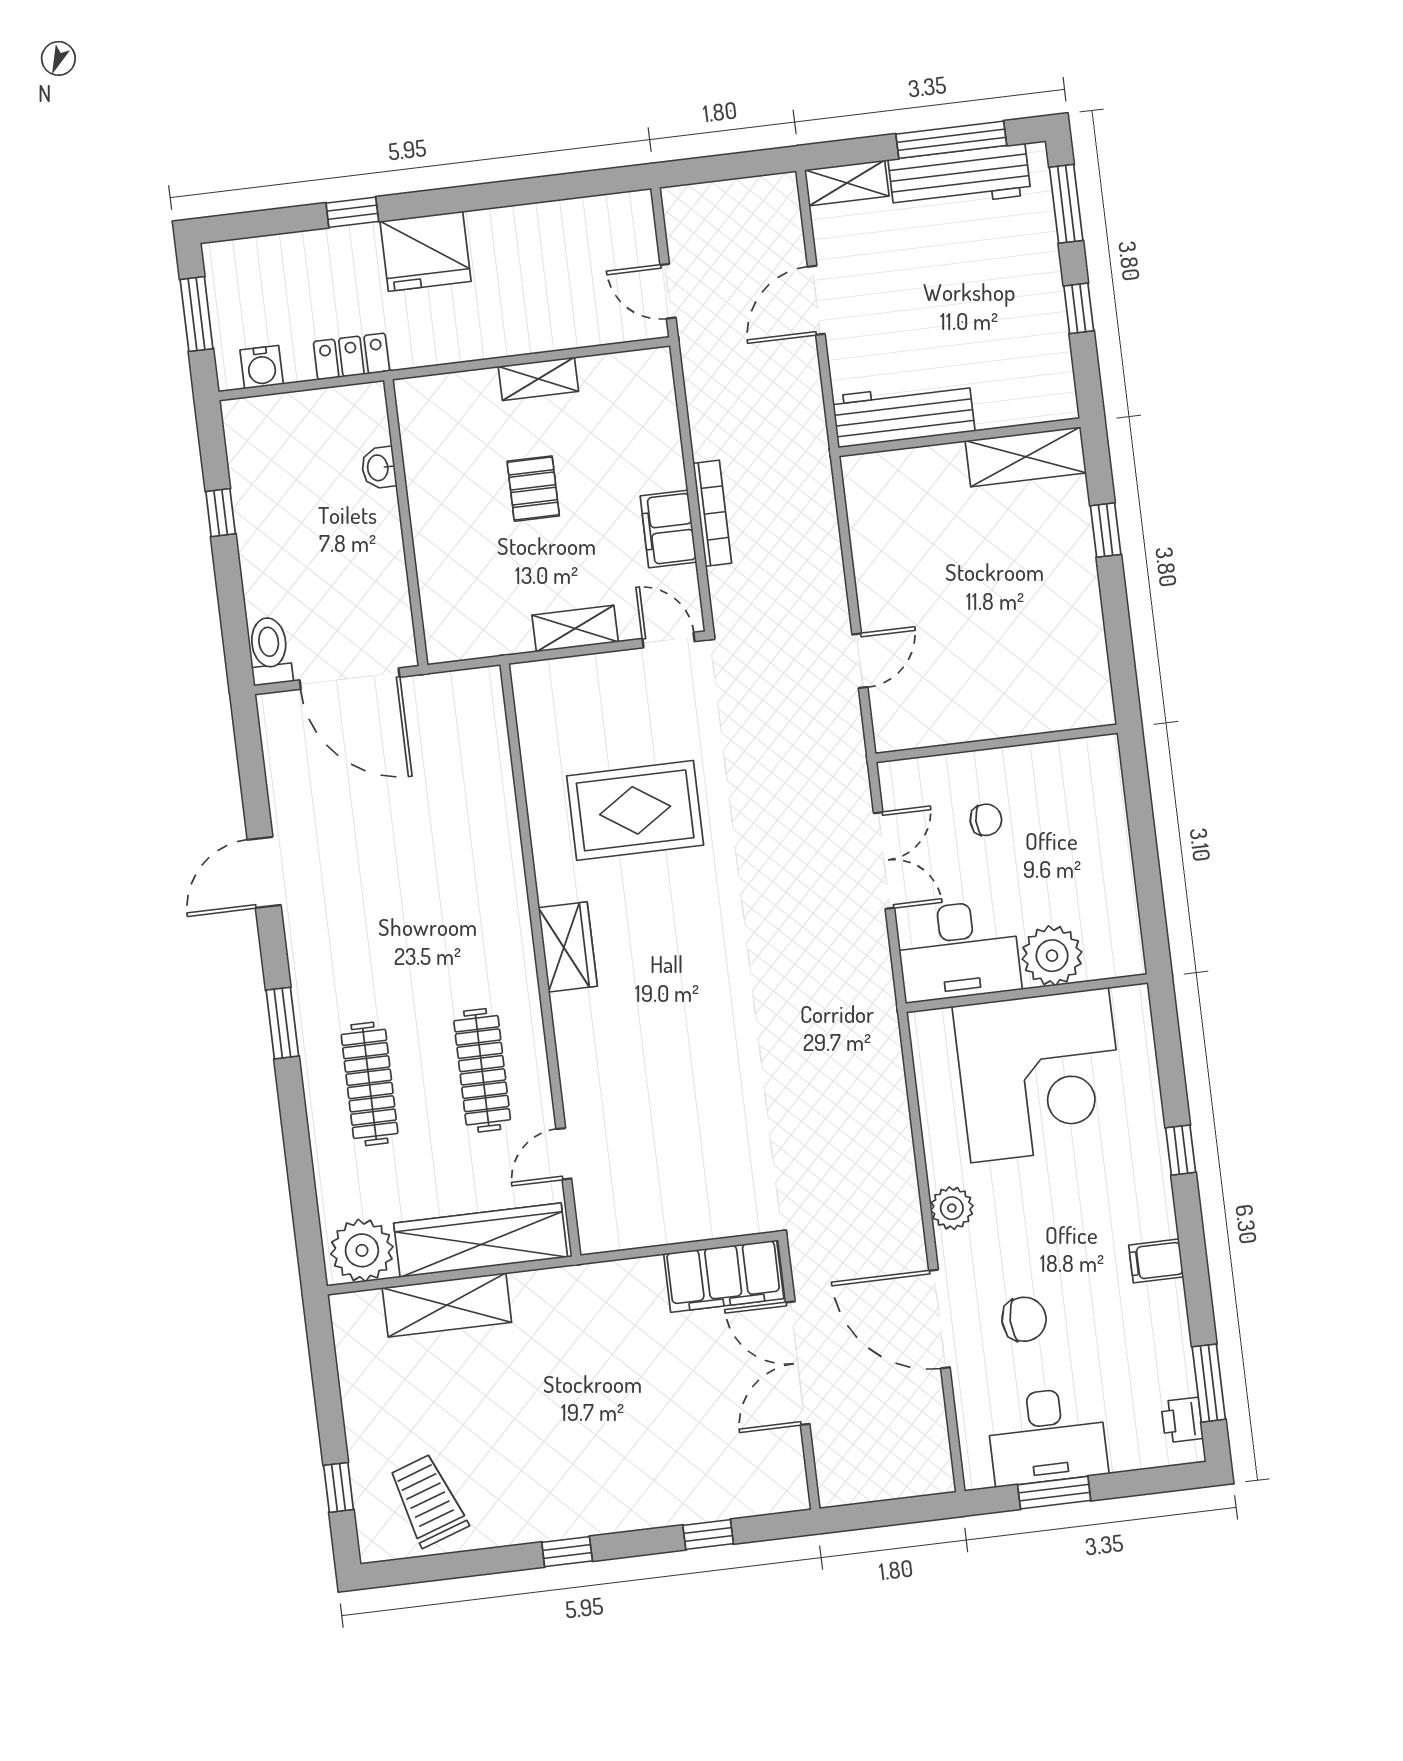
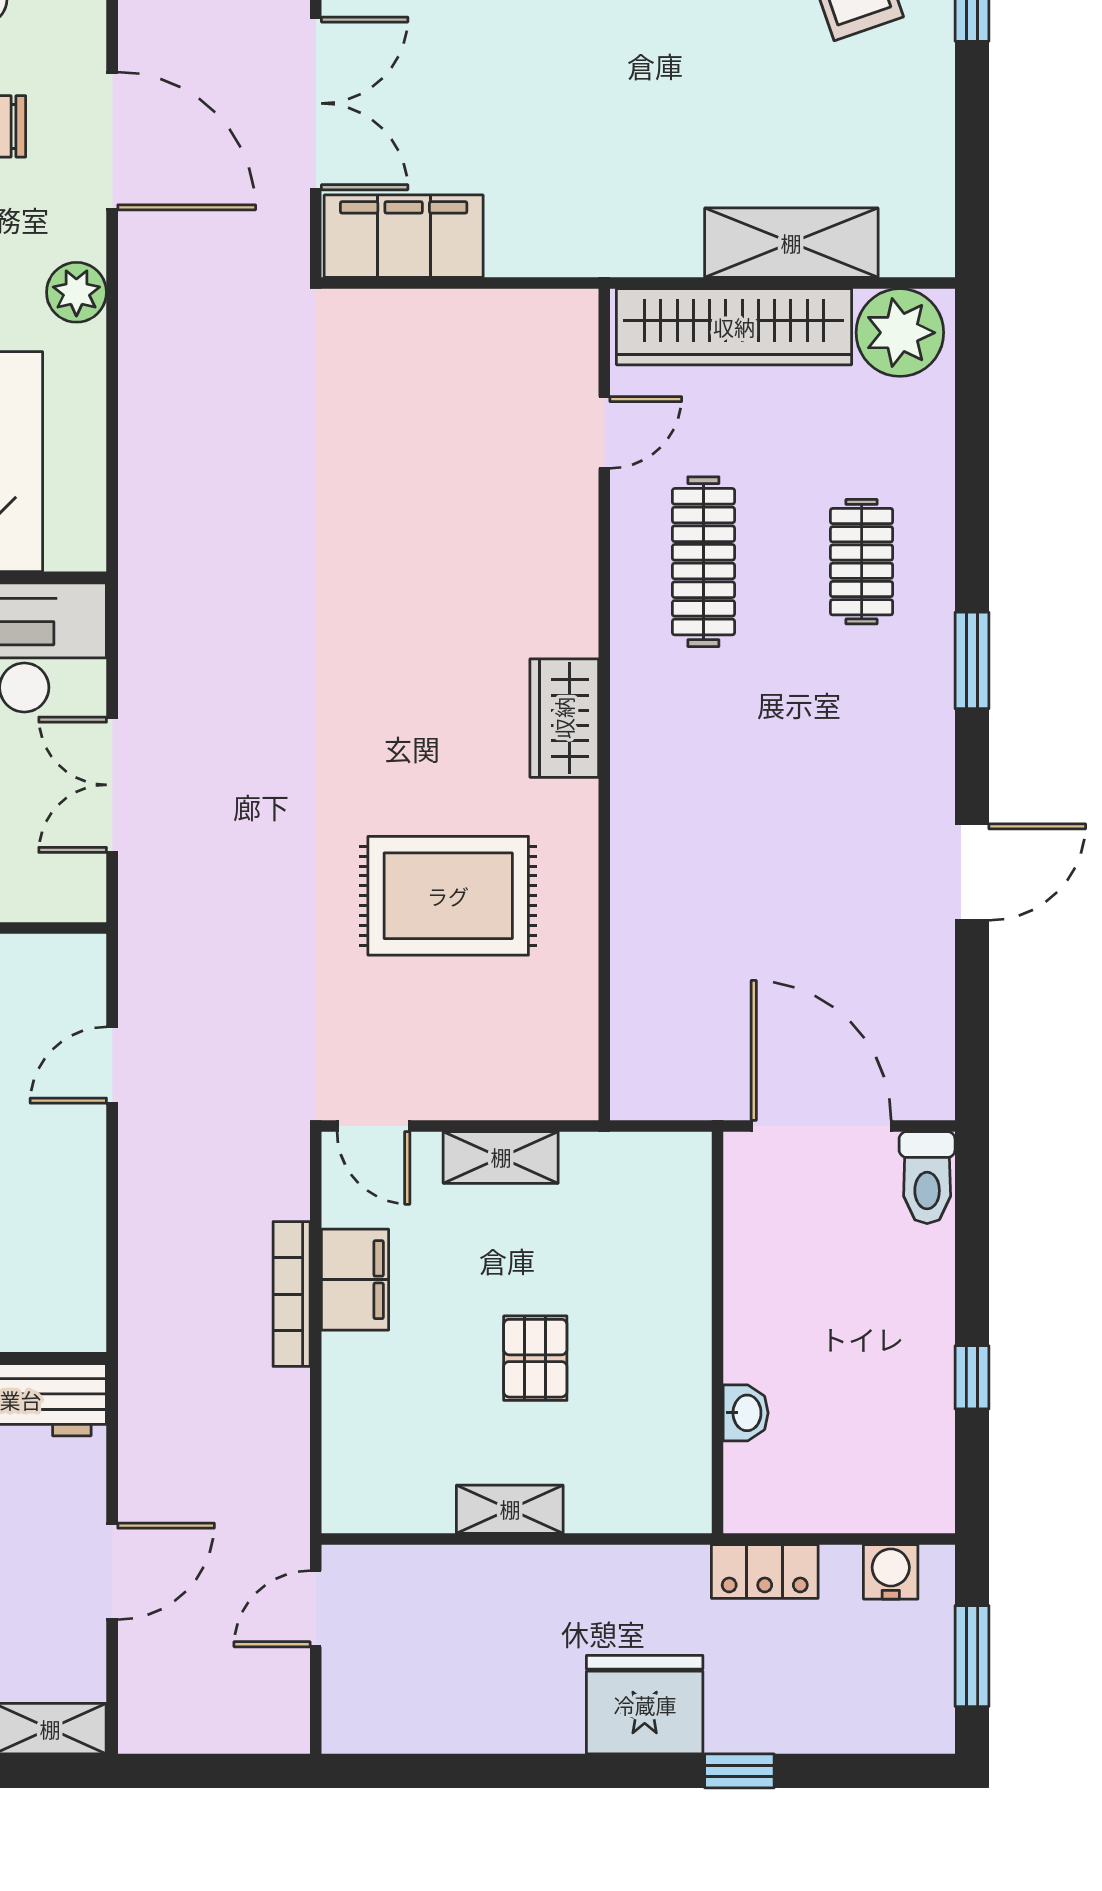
door: (668, 291) -> (316, 1609), swing flipped
clothes rail: (370, 1084) -> (862, 562), width x0.73

